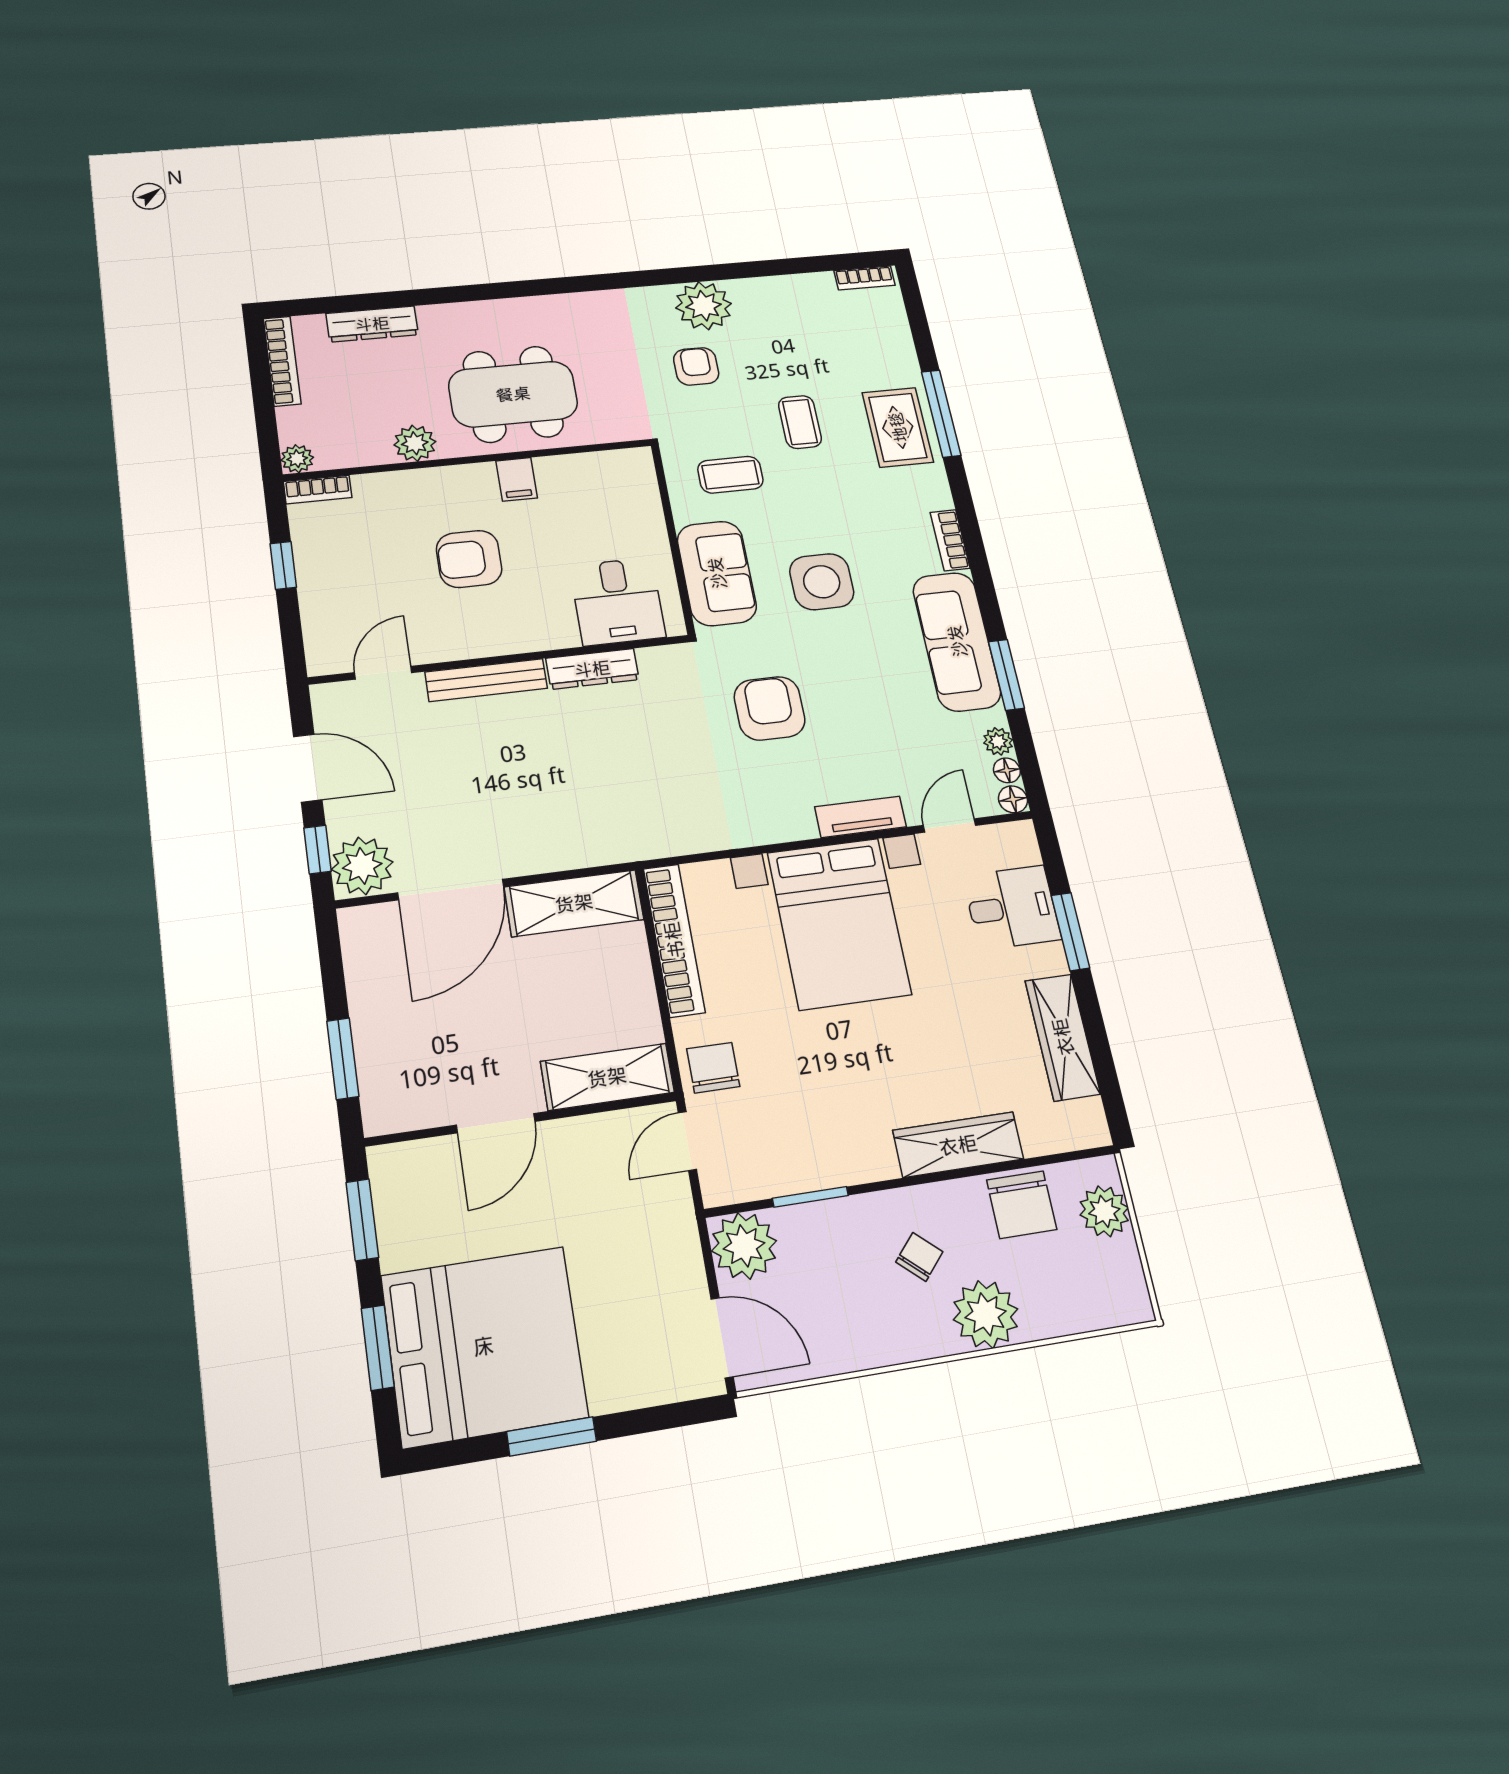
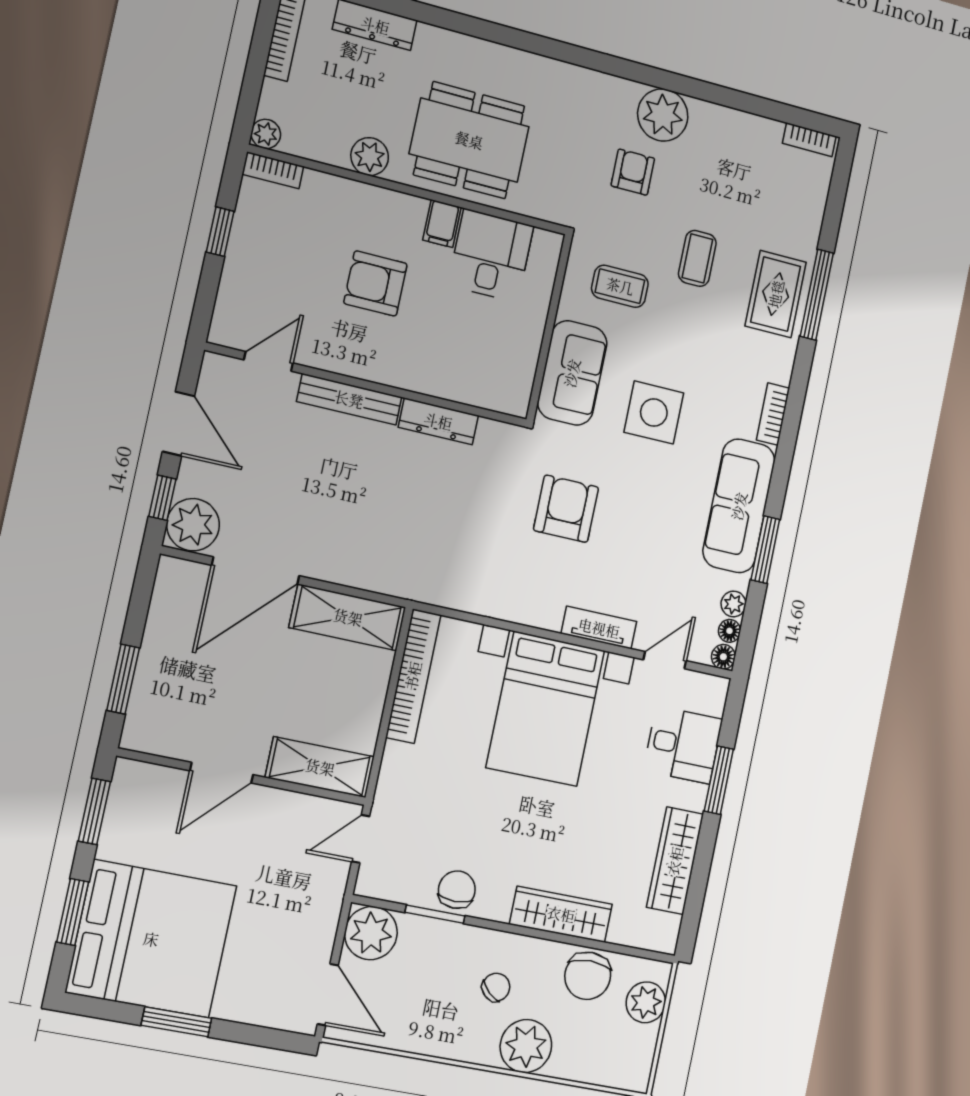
desk: (618, 601) -> (491, 256), moved, turned 180
chair: (713, 1068) -> (457, 890), moved

